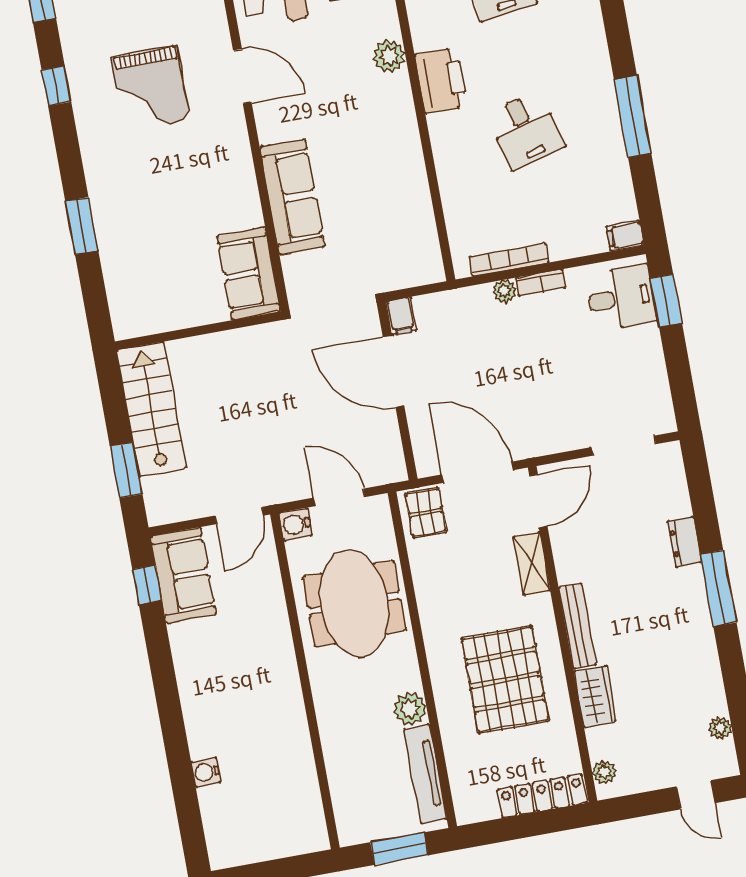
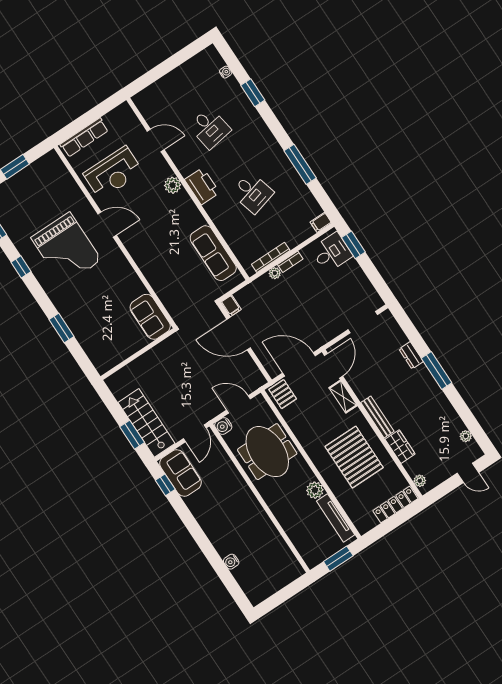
grand piano: (151, 88) -> (66, 249), width x1.37, depth x1.48
sofa: (292, 197) -> (213, 253), moved, turned 180
stairs: (151, 409) -> (146, 423), moved

